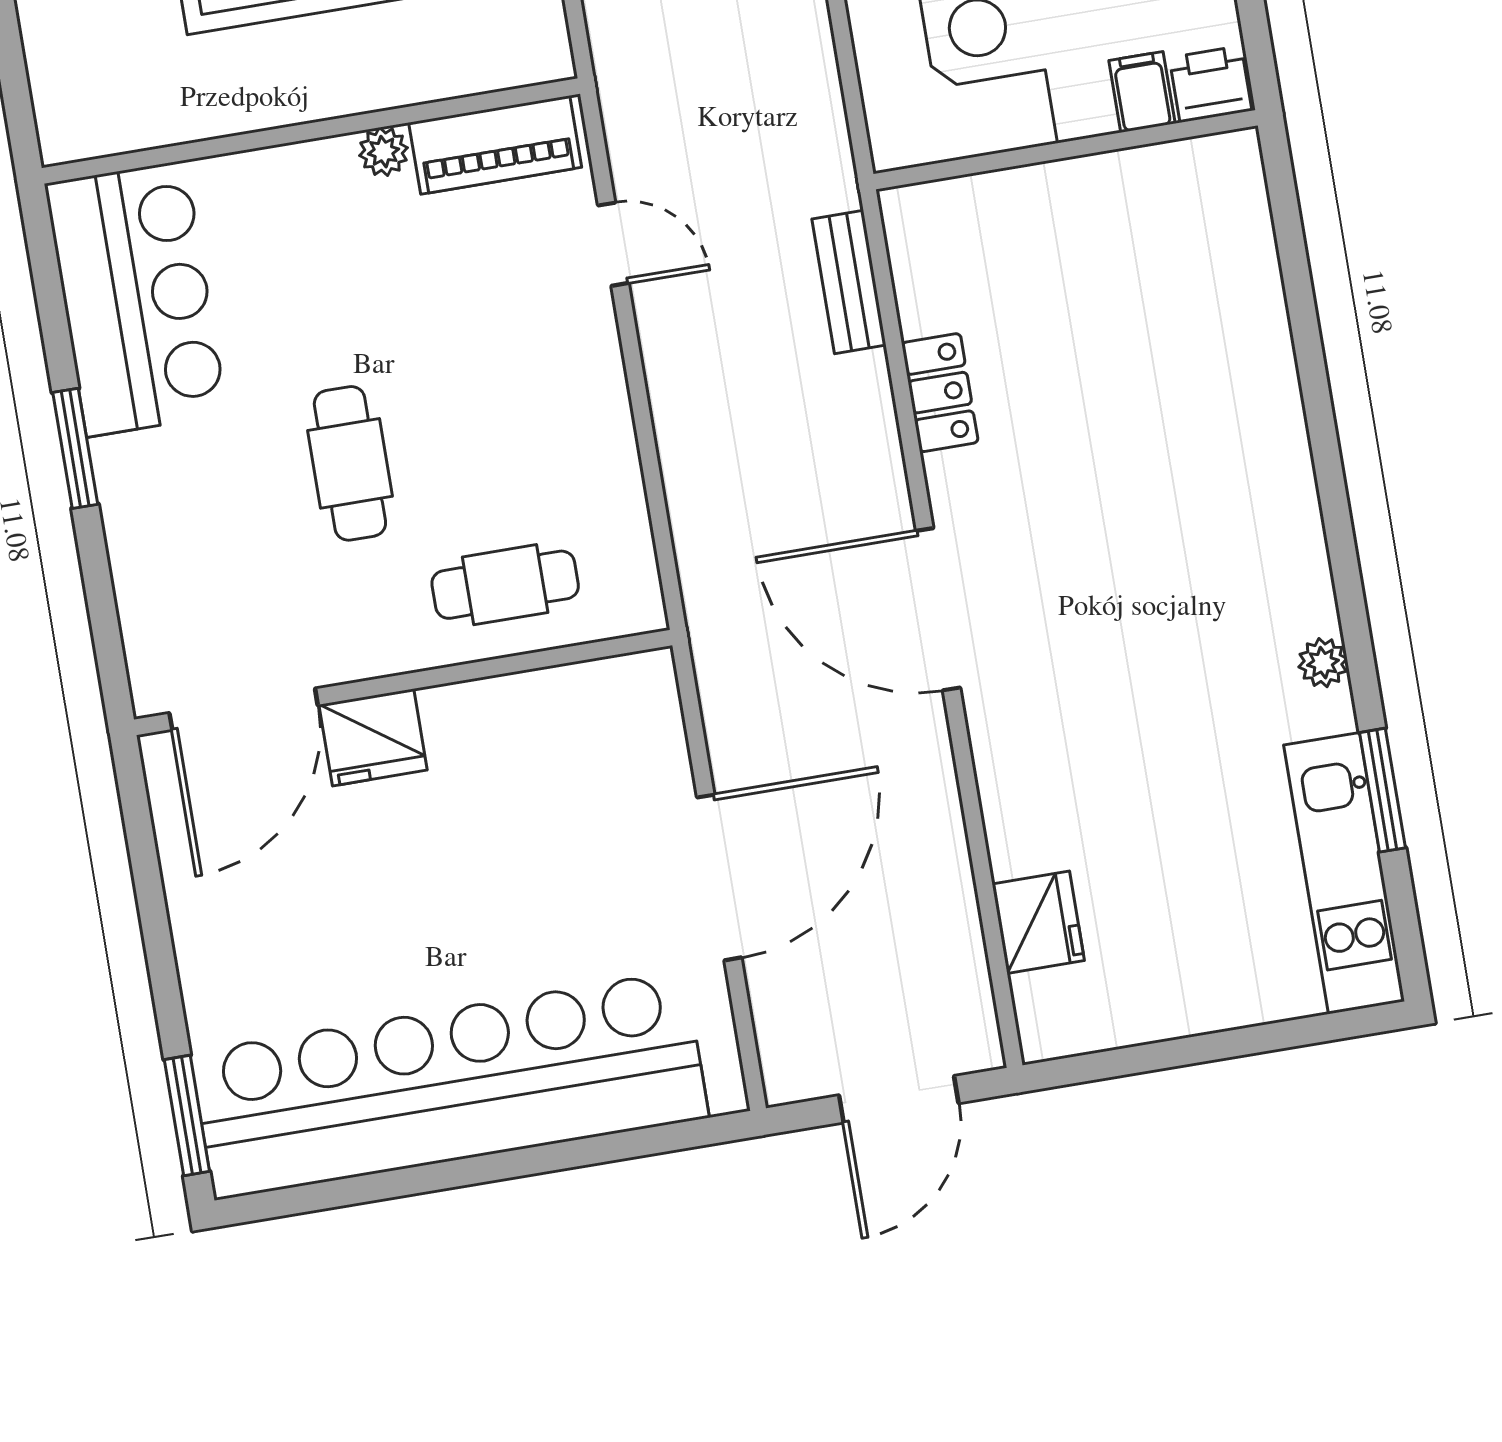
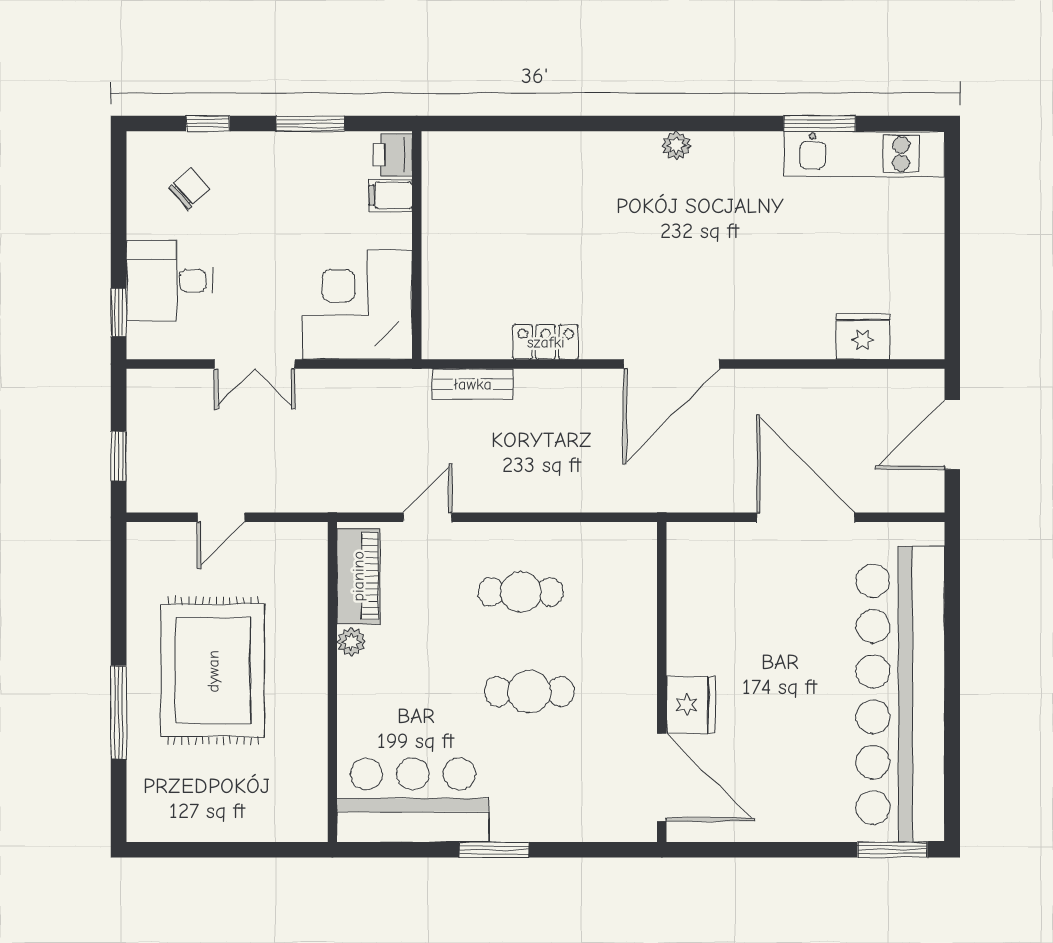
cafe table: (505, 585) -> (521, 592), moved, turned 90
plant: (1323, 663) -> (676, 146), moved
door: (899, 1099) -> (952, 435), swing flipped

